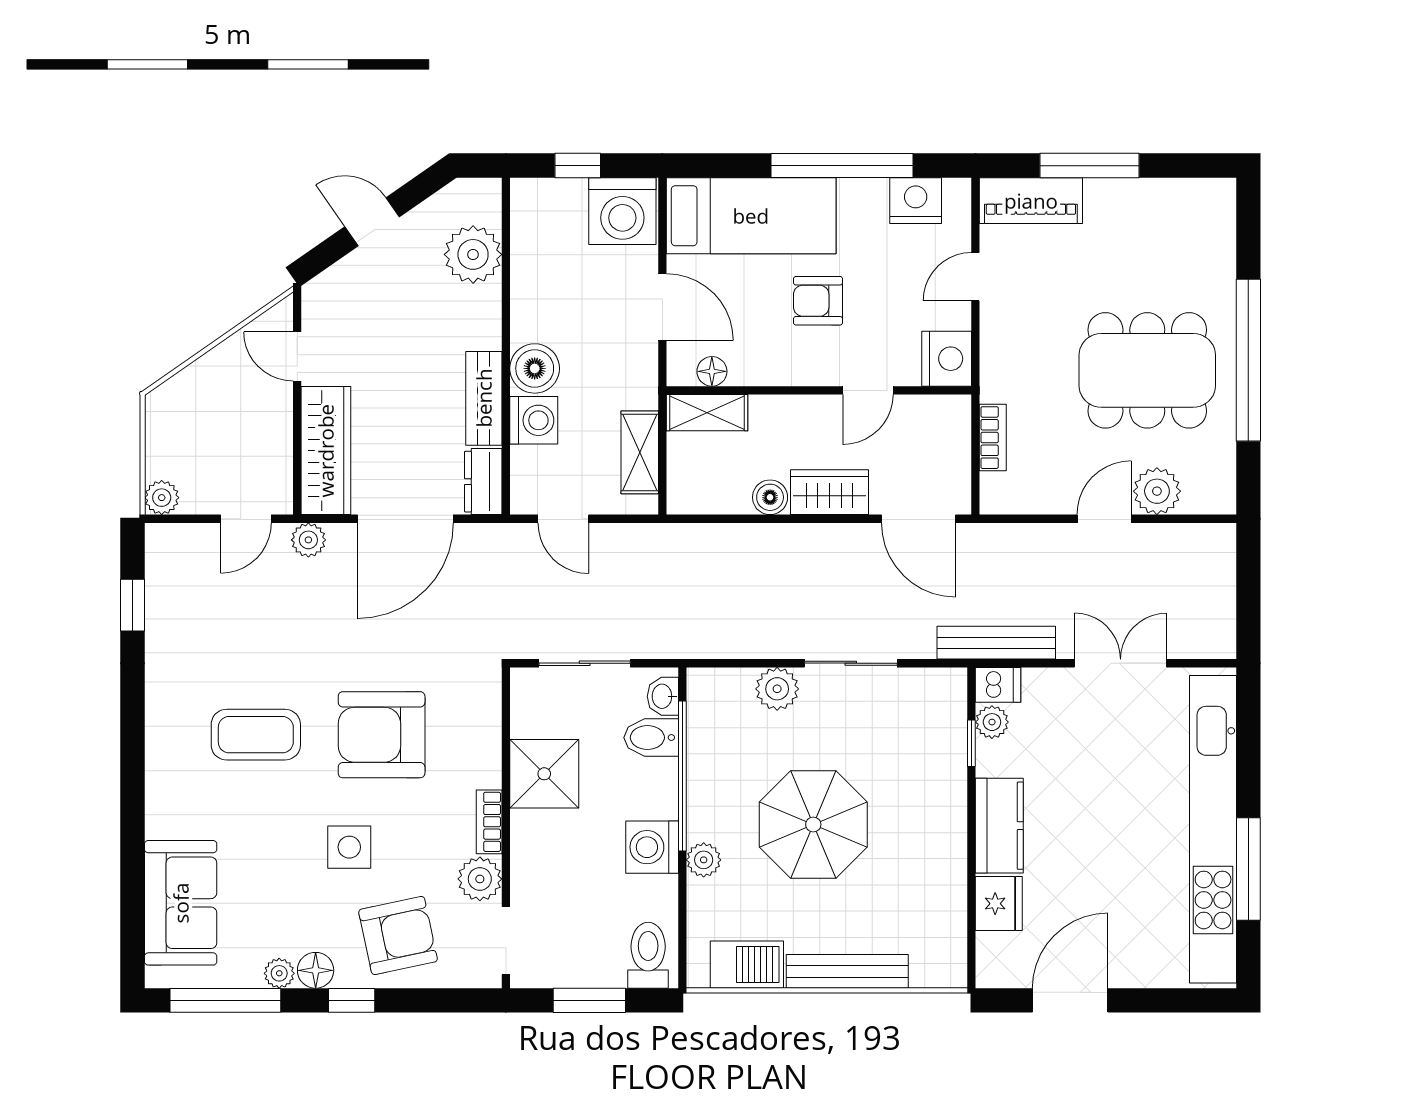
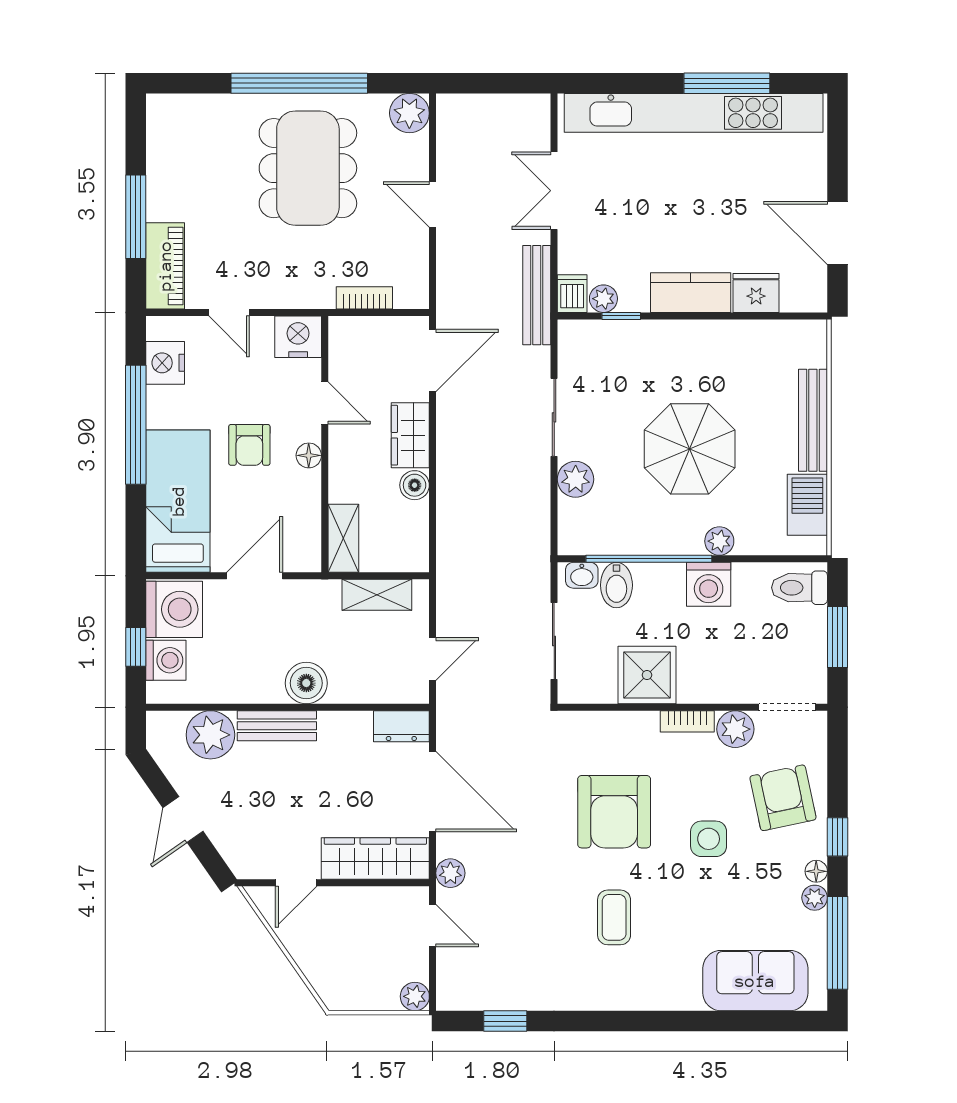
floor lamp: (712, 371) -> (309, 455), moved
bench: (484, 398) -> (277, 726), moved
washing machine: (534, 420) -> (166, 660), moved, turned 90
plant: (1157, 491) -> (409, 113), moved
coffee table: (256, 735) -> (614, 917), width x0.73, depth x0.77
floor lamp: (316, 970) -> (816, 871), width x0.73, depth x0.73

